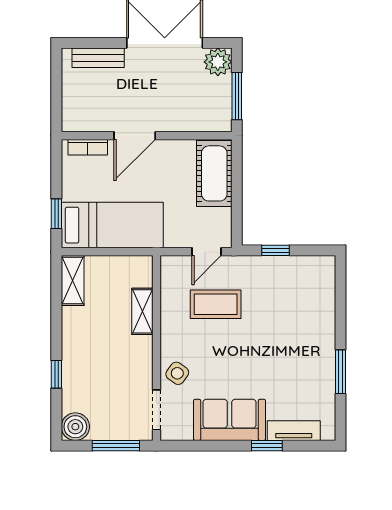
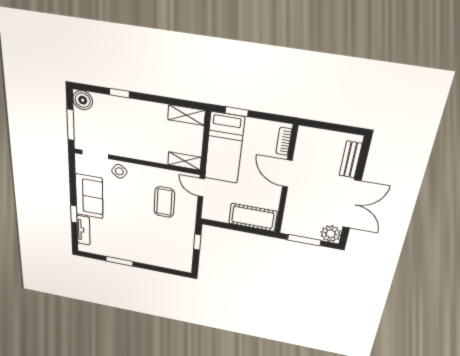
door: (207, 252) -> (201, 188), moved
shelving: (142, 311) -> (184, 161), moved

